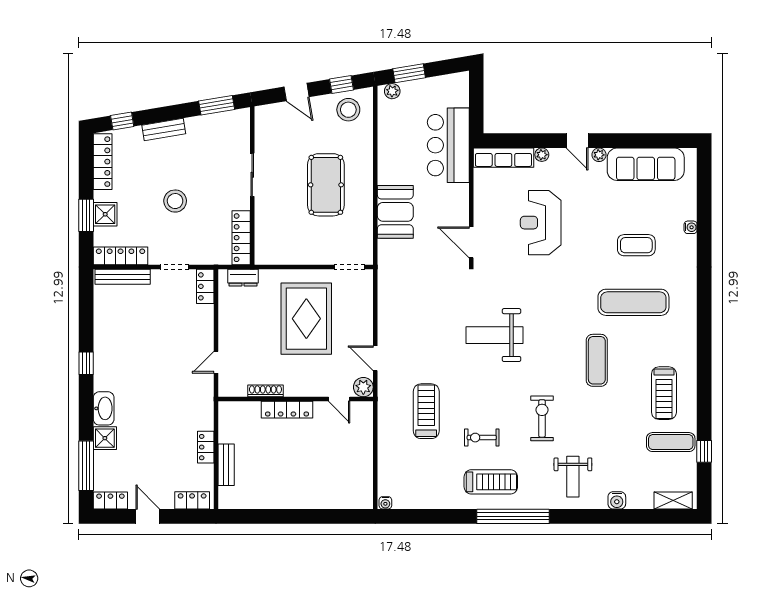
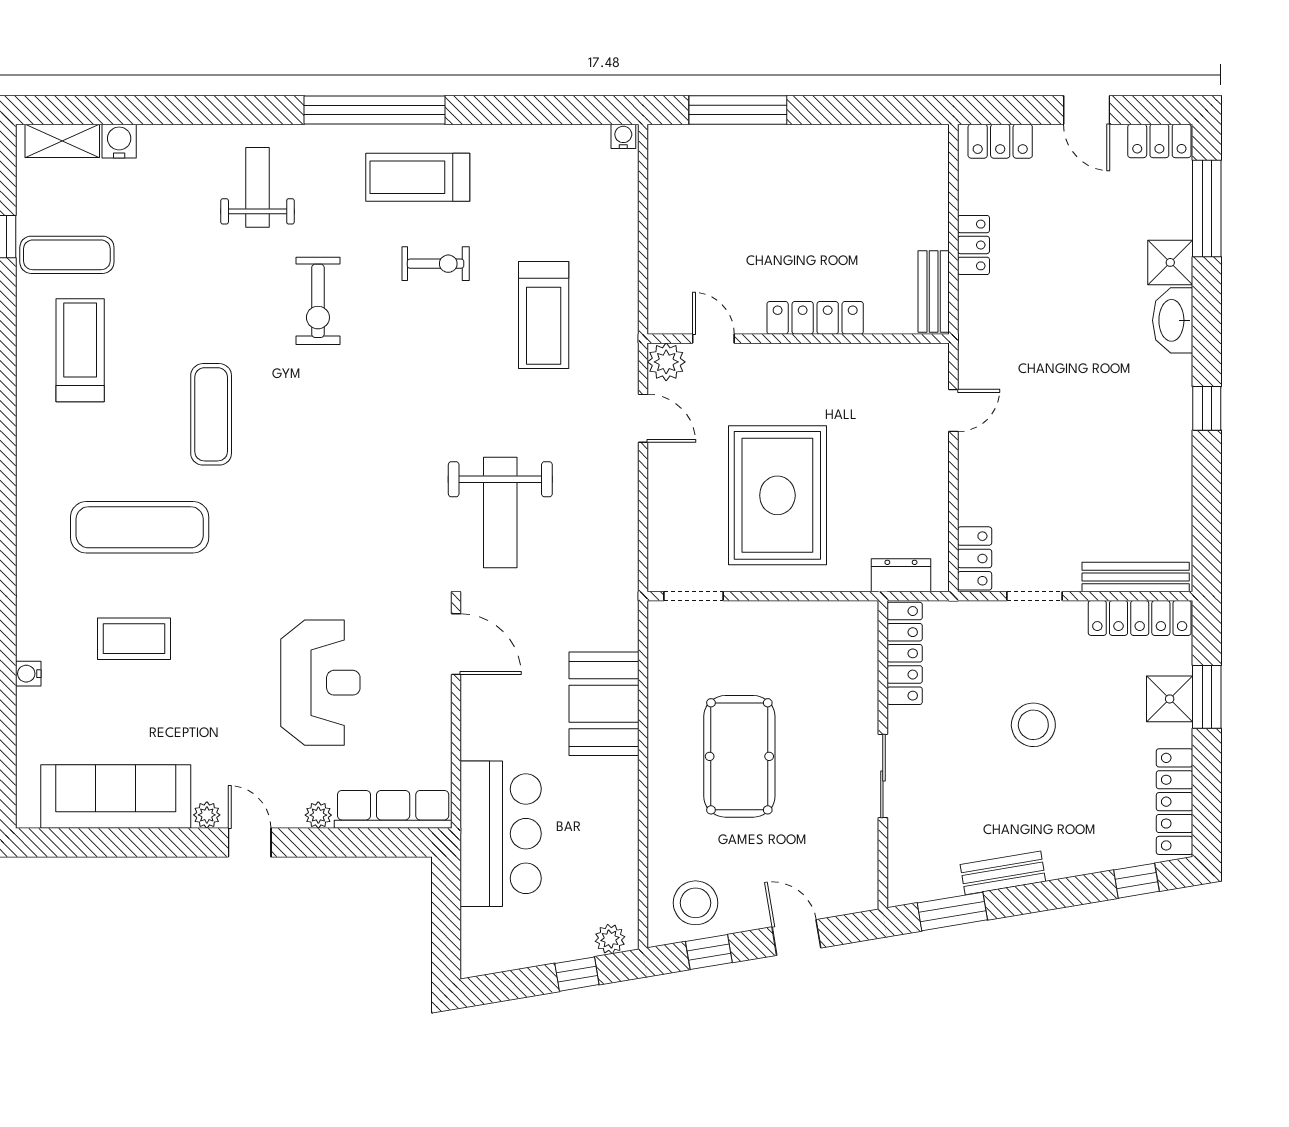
window: (409, 73) -> (577, 974), width x0.67
bench: (164, 130) -> (1003, 873), moved
weight bench: (494, 335) -> (500, 512), moved, turned 90
shoe rack: (265, 391) -> (857, 355), removed
bench: (226, 465) -> (934, 292), moved
water cooler: (617, 500) -> (119, 141), moved
window: (327, 516) -> (738, 110), added

